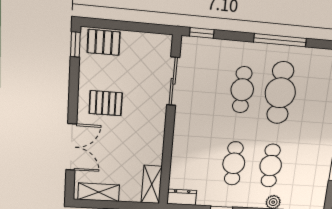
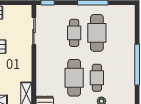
cafe table: (234, 163) -> (74, 78), width x1.37, depth x1.35

